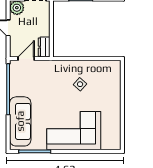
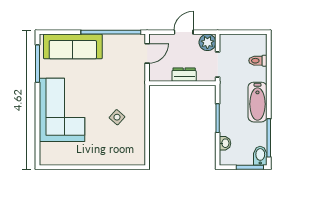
dresser: (44, 47) -> (184, 75), moved
door: (26, 59) -> (147, 53), hinge flipped

